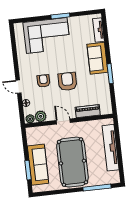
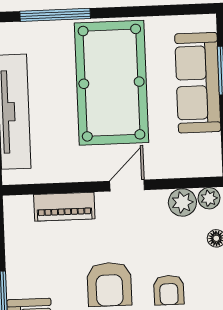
door: (63, 121) -> (127, 185), swing flipped

